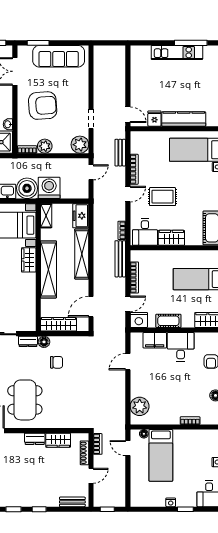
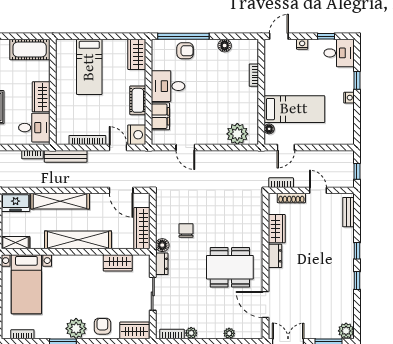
wardrobe: (29, 260) -> (118, 263), moved

